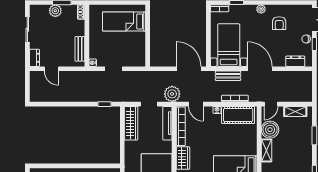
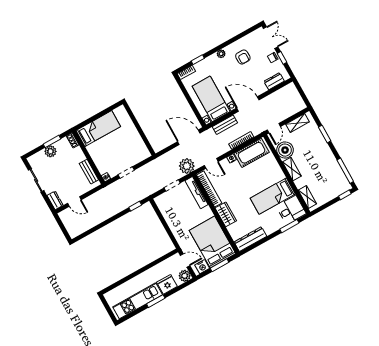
bed: (124, 21) -> (98, 129), moved, turned 180
wardrobe: (131, 123) -> (166, 210), removed

